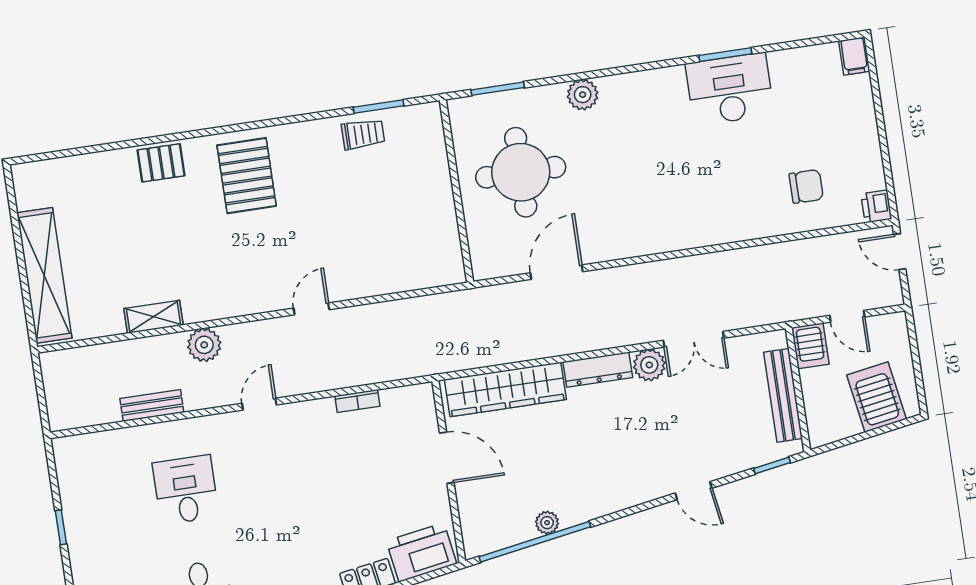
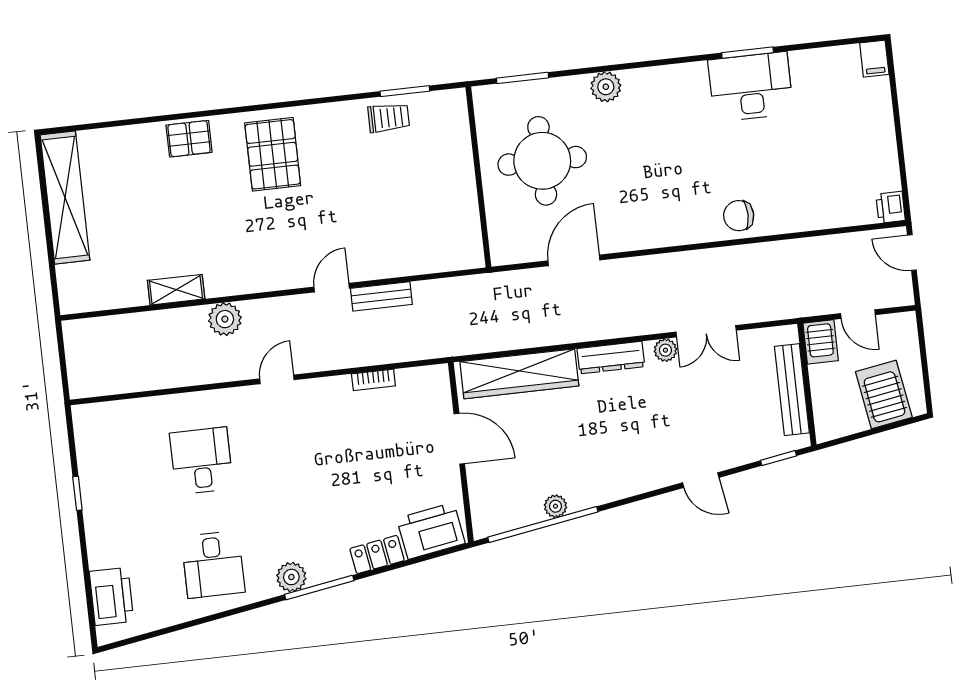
chair: (806, 186) -> (739, 216), moved, turned 180
shelving: (44, 275) -> (65, 198), moved
plant: (649, 365) -> (665, 350), width x0.73, depth x0.73
bench: (152, 405) -> (381, 296), moved

